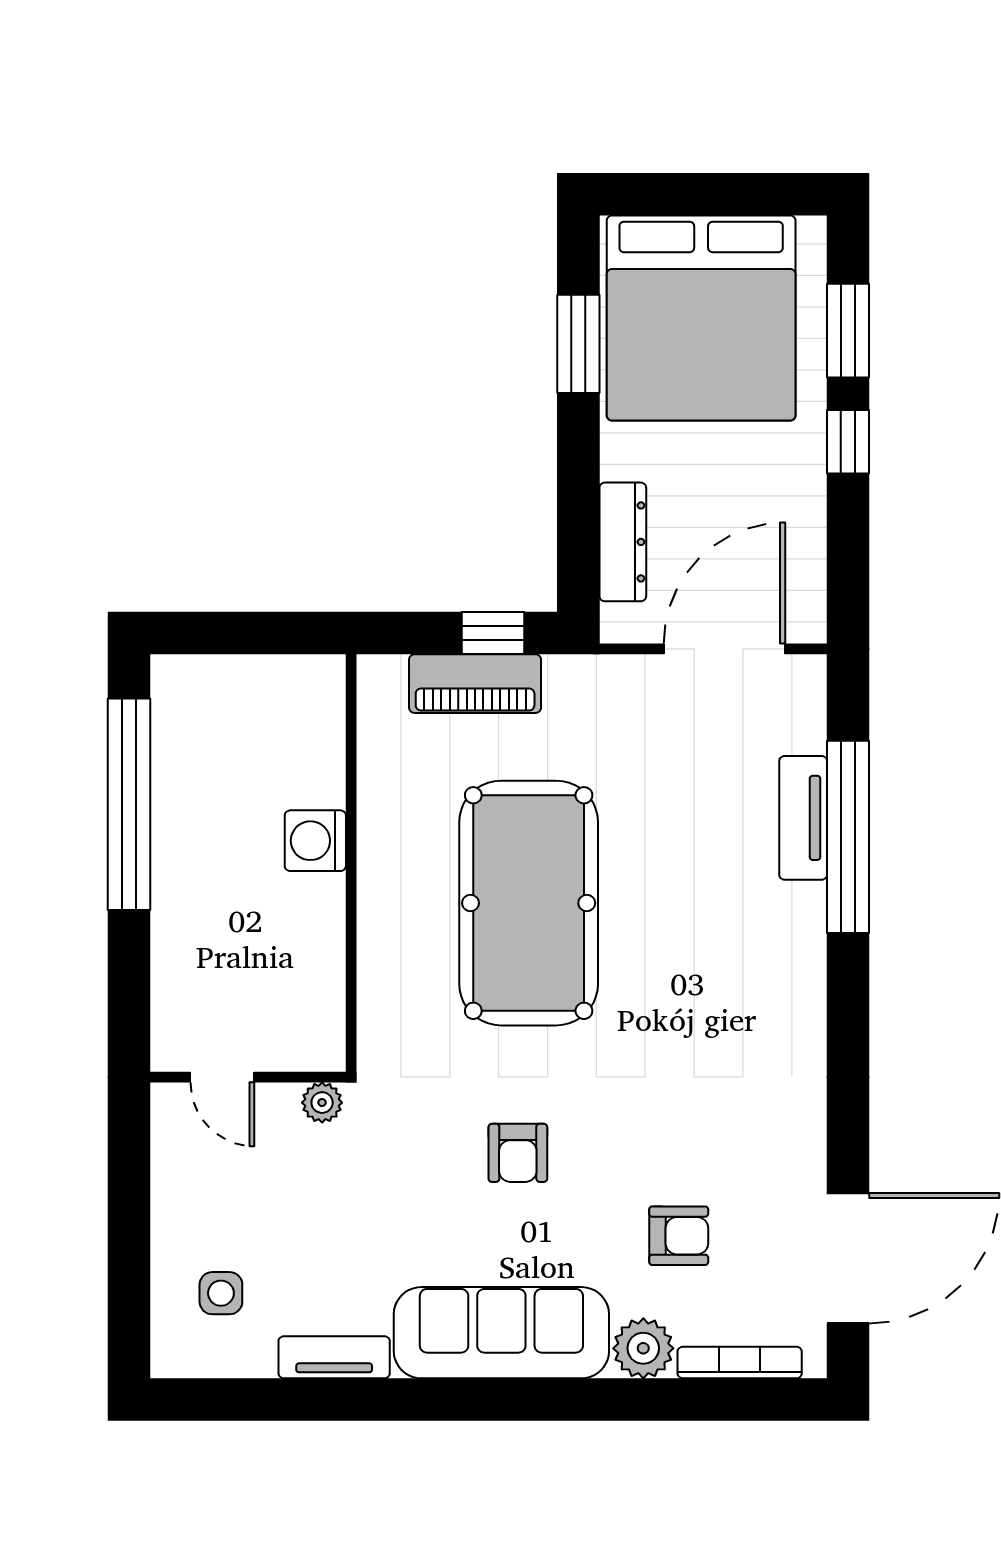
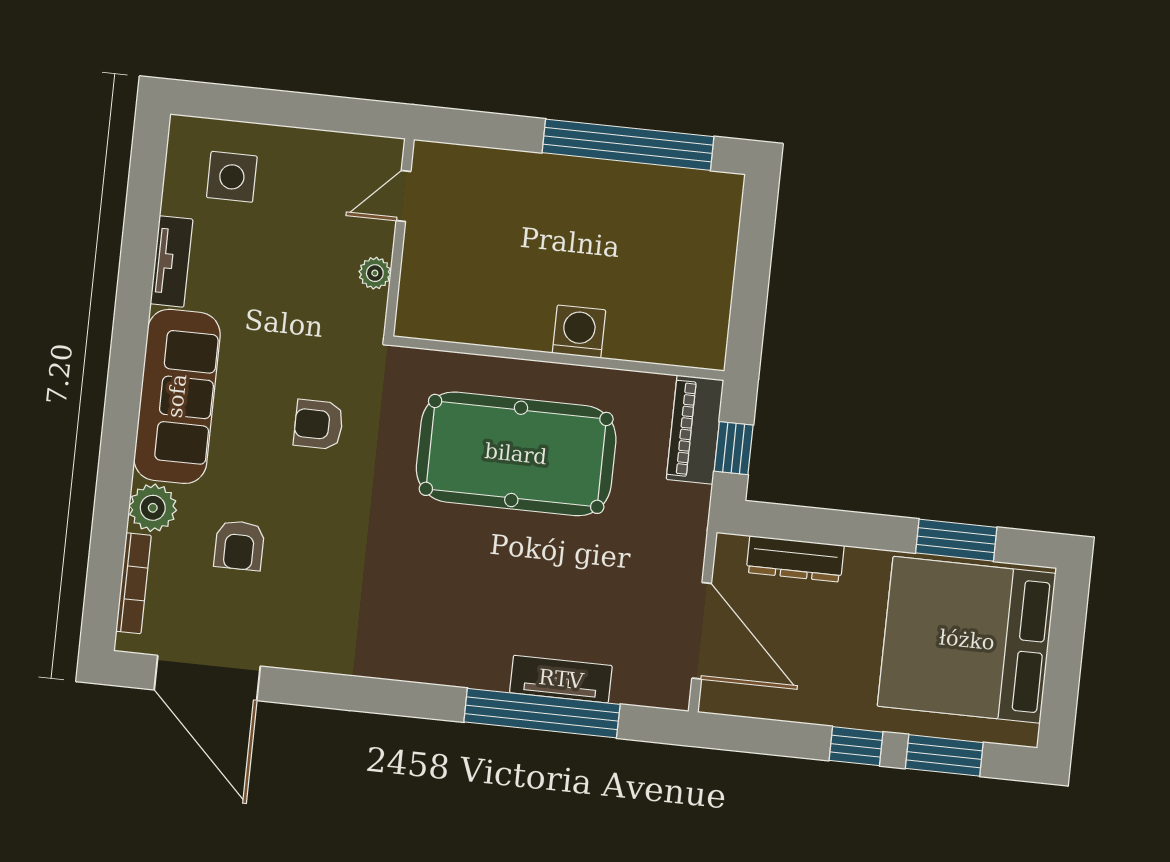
washing machine: (315, 841) -> (579, 332), moved
wall: (351, 863) -> (558, 358), moved
side table: (221, 1293) -> (232, 177), width x1.37, depth x1.37

